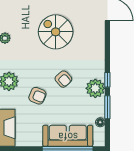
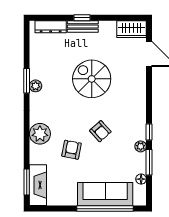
plant: (95, 88) -> (141, 146), width x0.53, depth x0.53
armchair: (37, 96) -> (72, 150), turned -101

